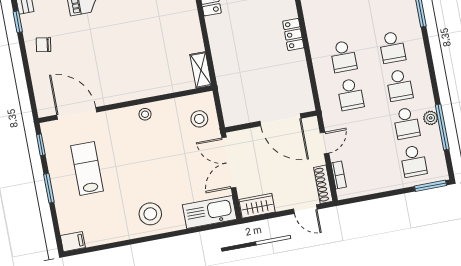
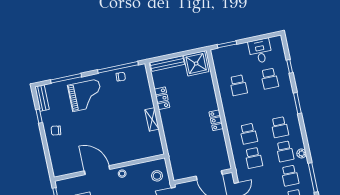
shelving: (201, 70) -> (152, 119), moved
door: (77, 113) -> (97, 170), moved
plant: (431, 118) -> (302, 153), moved

